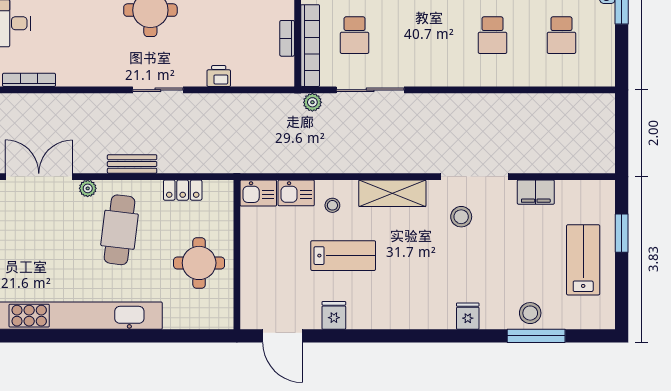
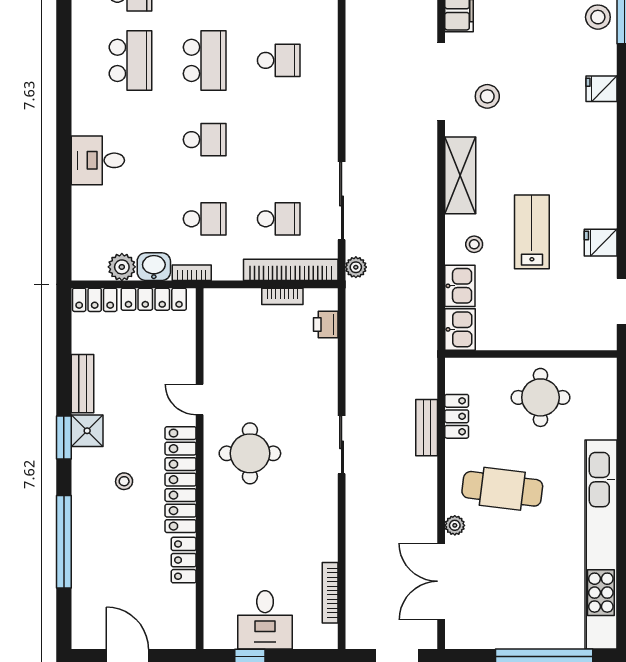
printer: (219, 76) -> (326, 324), moved
bench: (132, 164) -> (427, 428), moved

